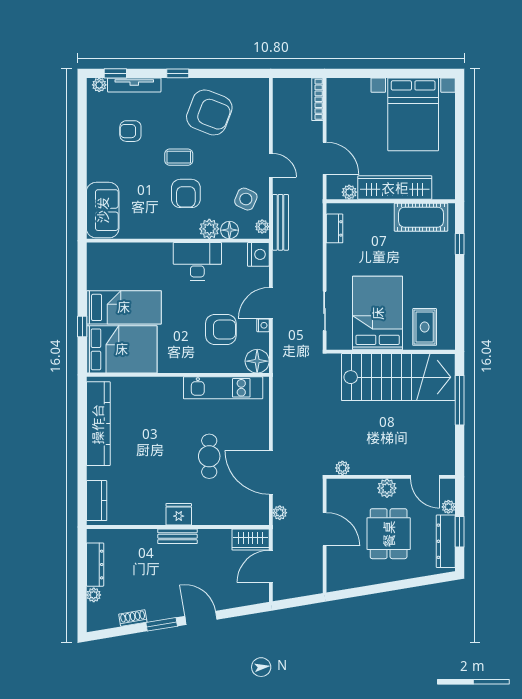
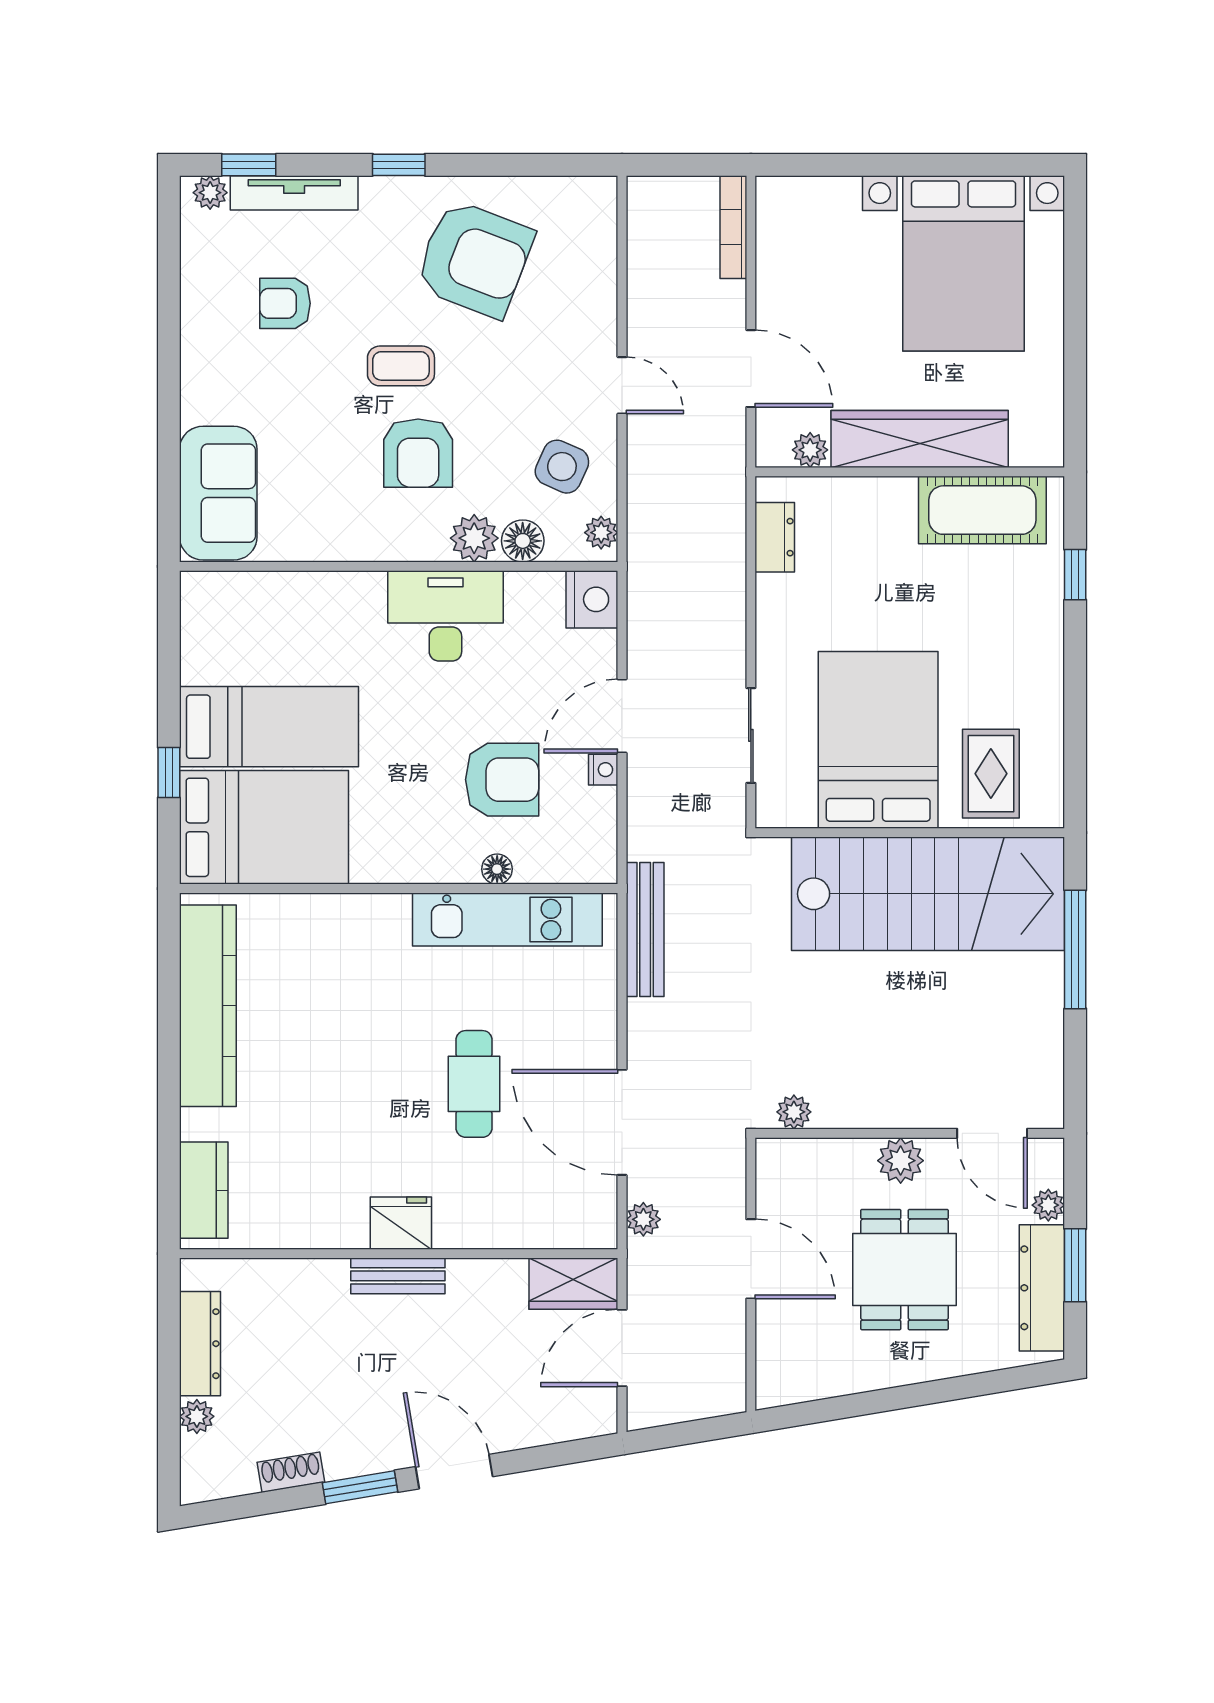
bench: (280, 222) -> (645, 930), moved
floor lamp: (257, 361) -> (497, 869), moved, width x0.53, depth x0.53

